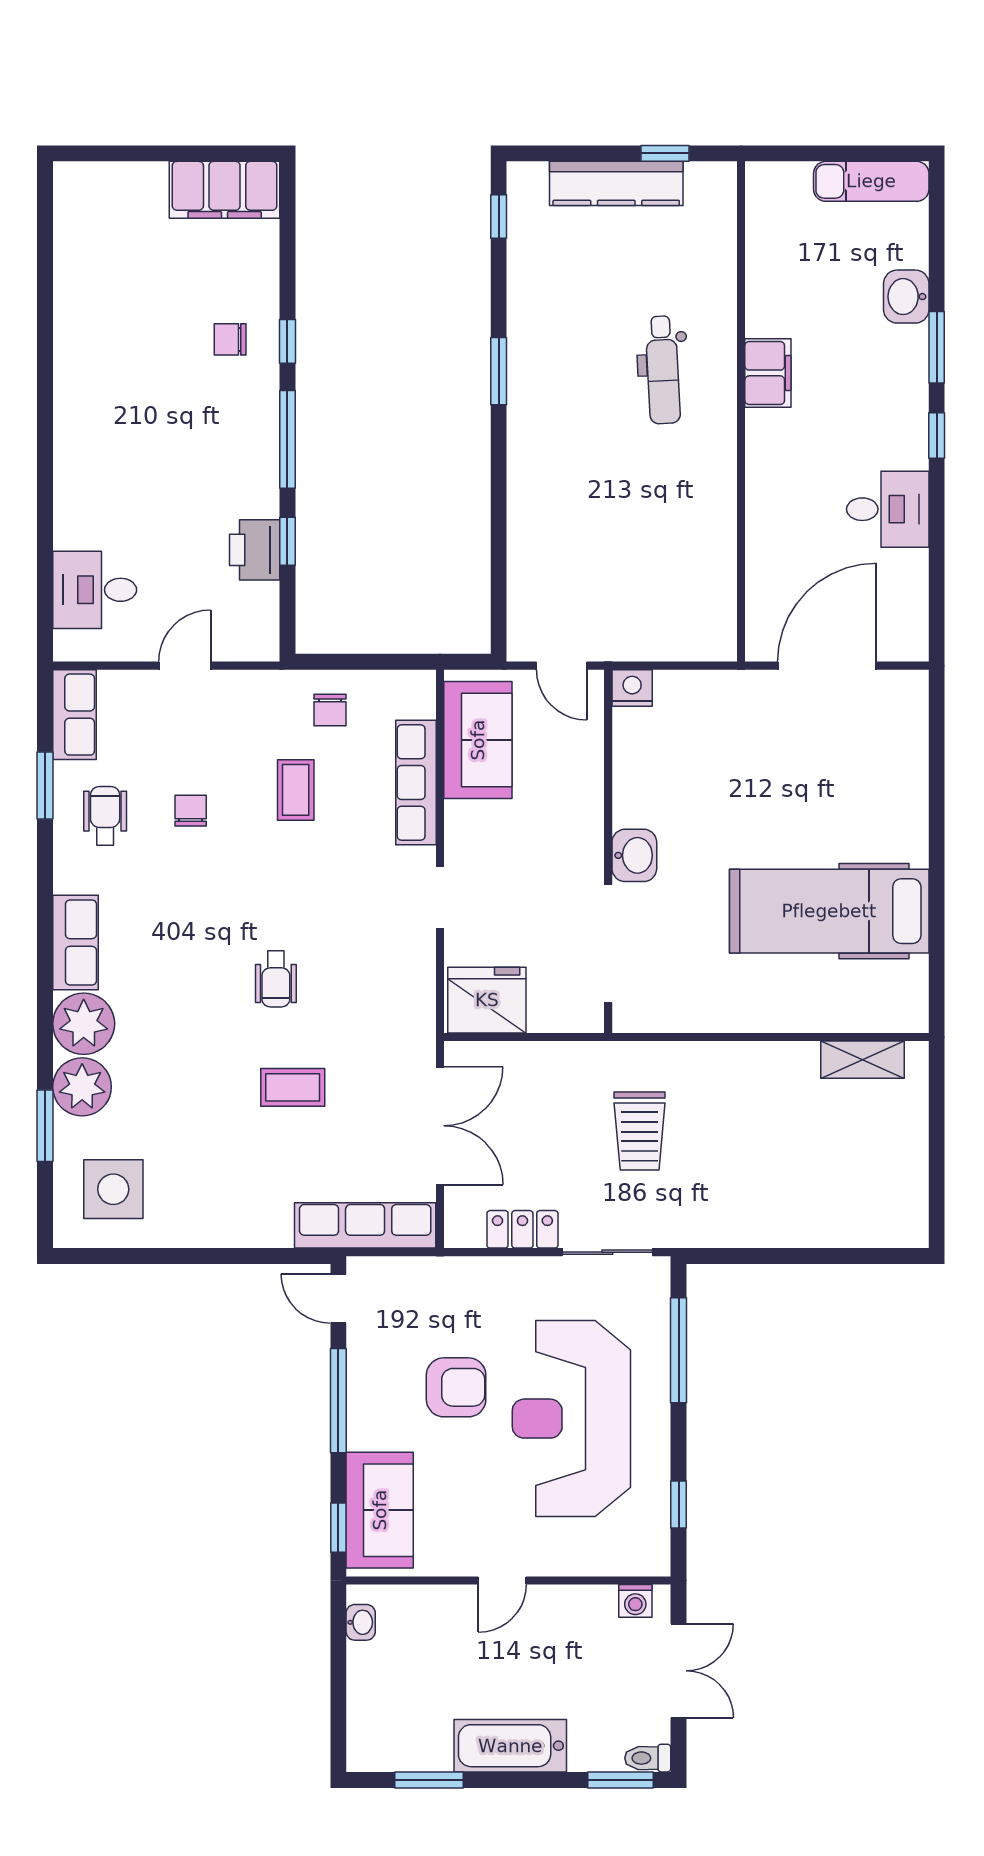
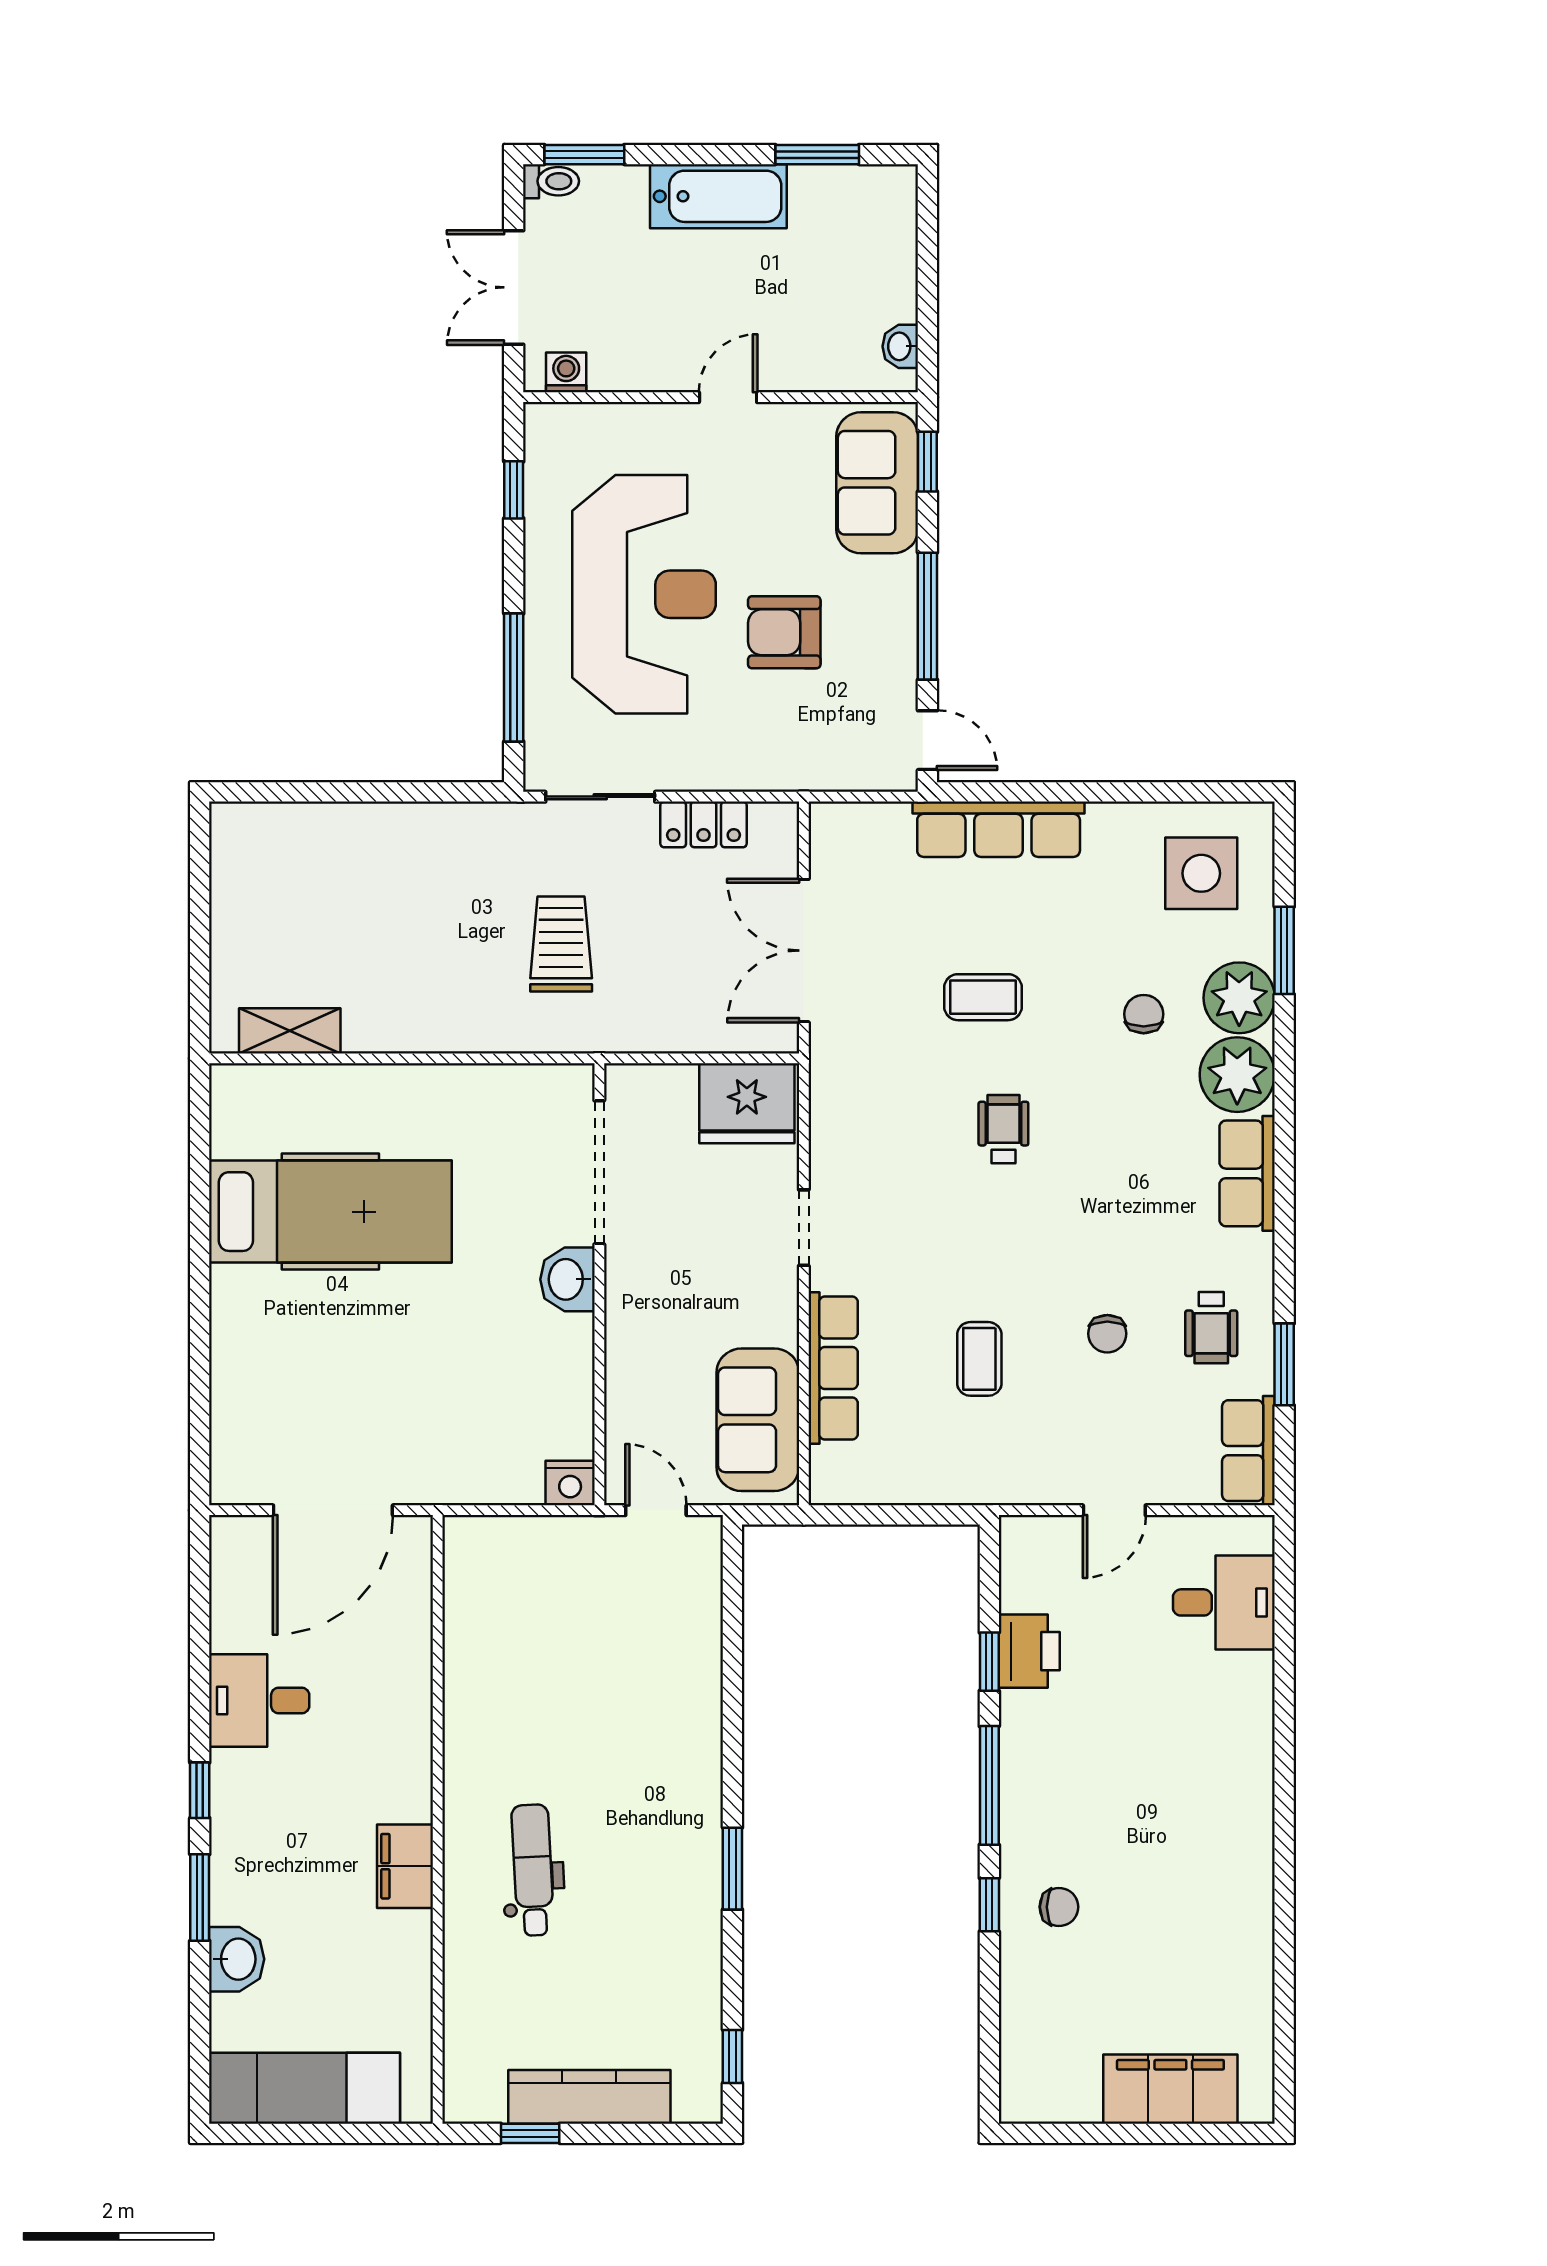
exam couch: (871, 181) -> (305, 2088), width x1.36, depth x1.45
filing cabinet: (225, 190) -> (1170, 2089), moved
chair: (330, 710) -> (1144, 1014), moved
row of seats: (365, 1225) -> (999, 829), moved

